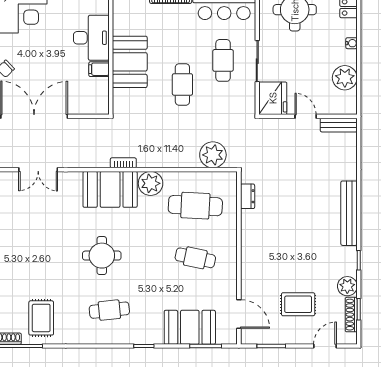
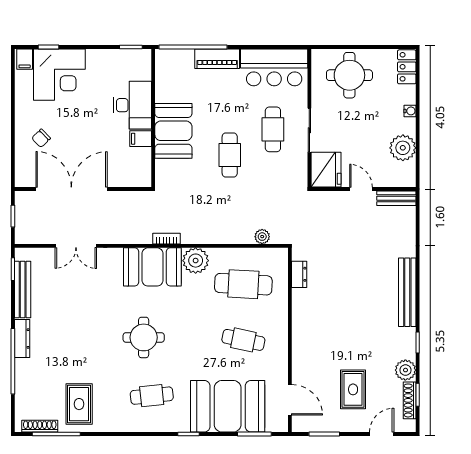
plant: (213, 155) -> (262, 237), width x0.53, depth x0.53
rug: (298, 304) -> (353, 389), turned 90
booth: (190, 327) -> (228, 406), width x1.36, depth x1.42

